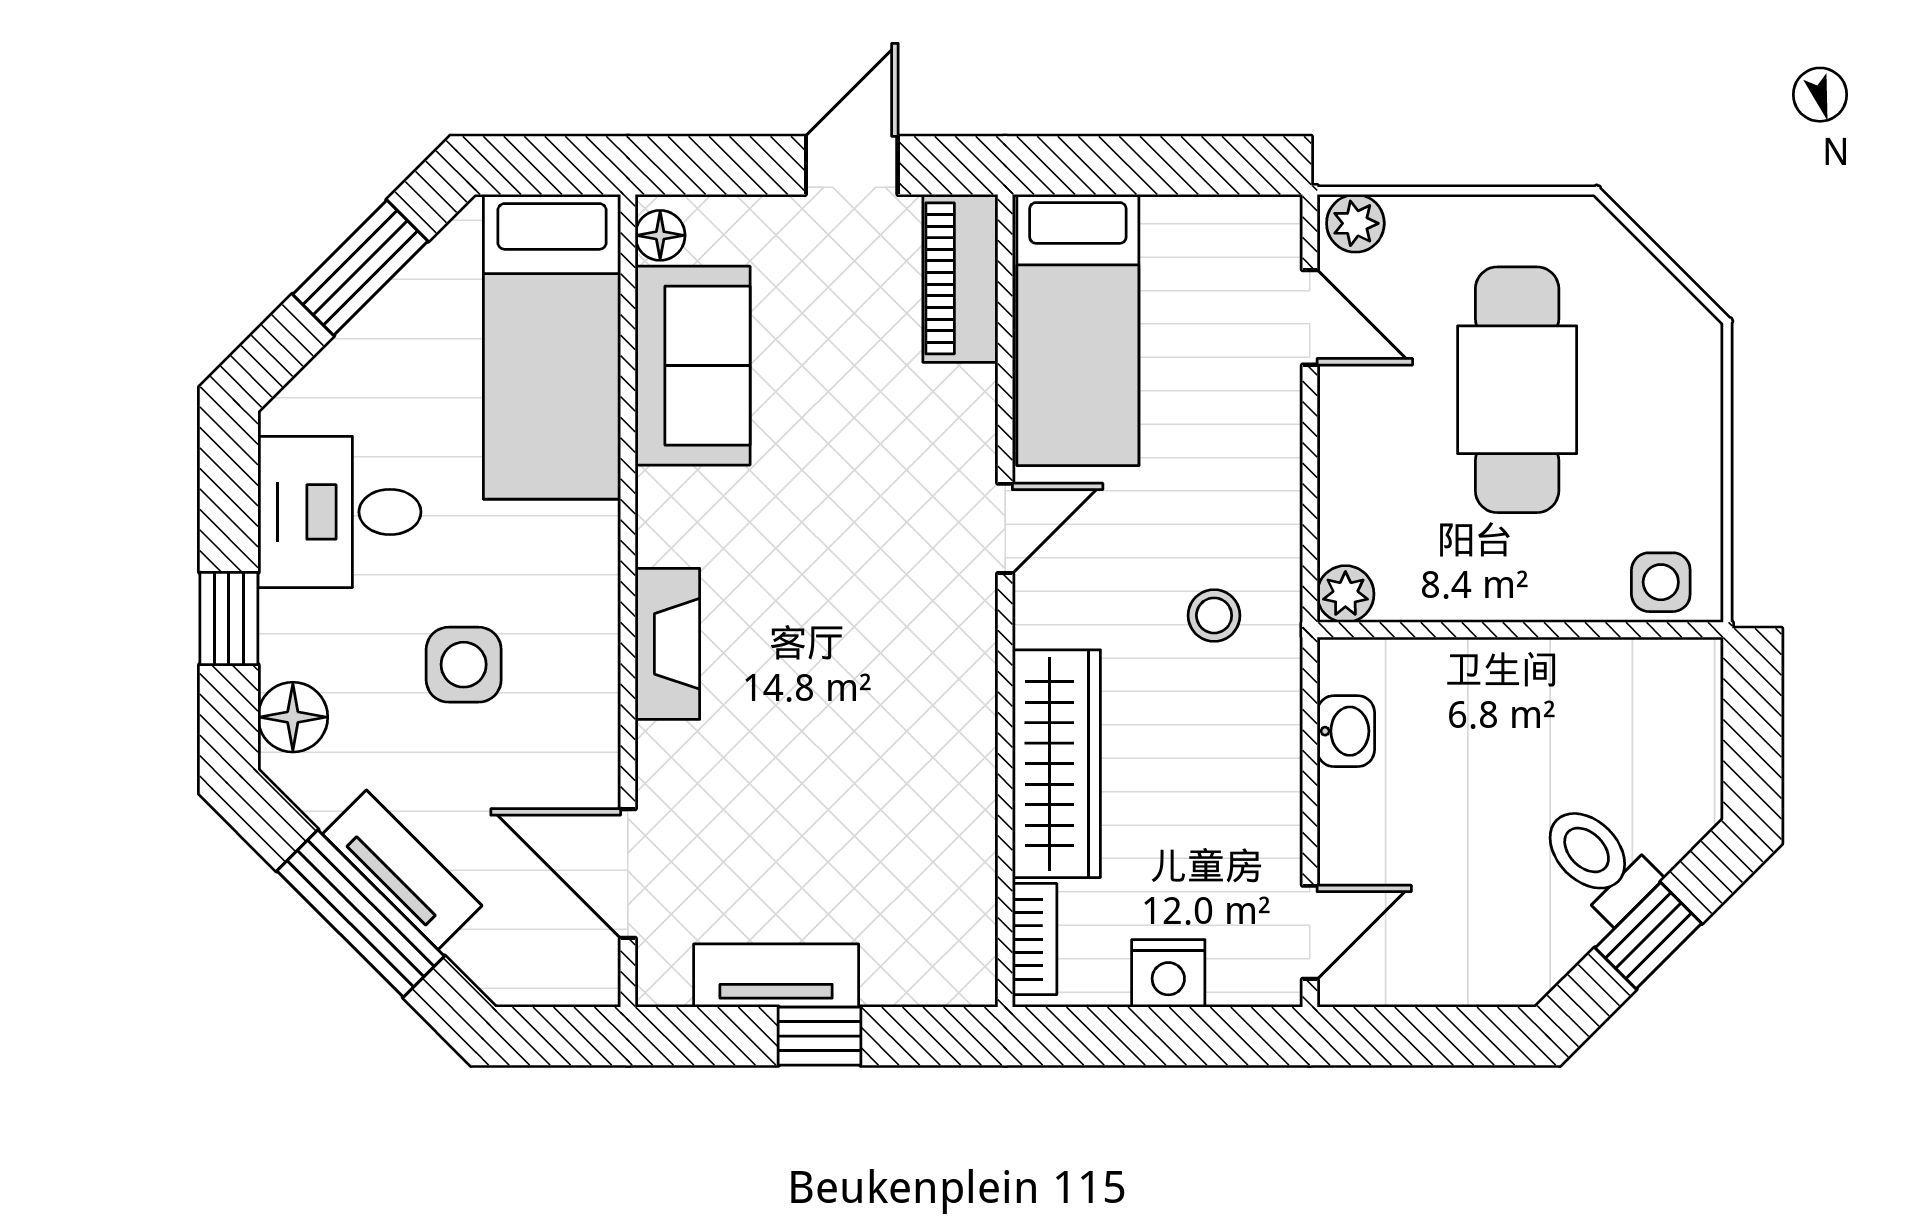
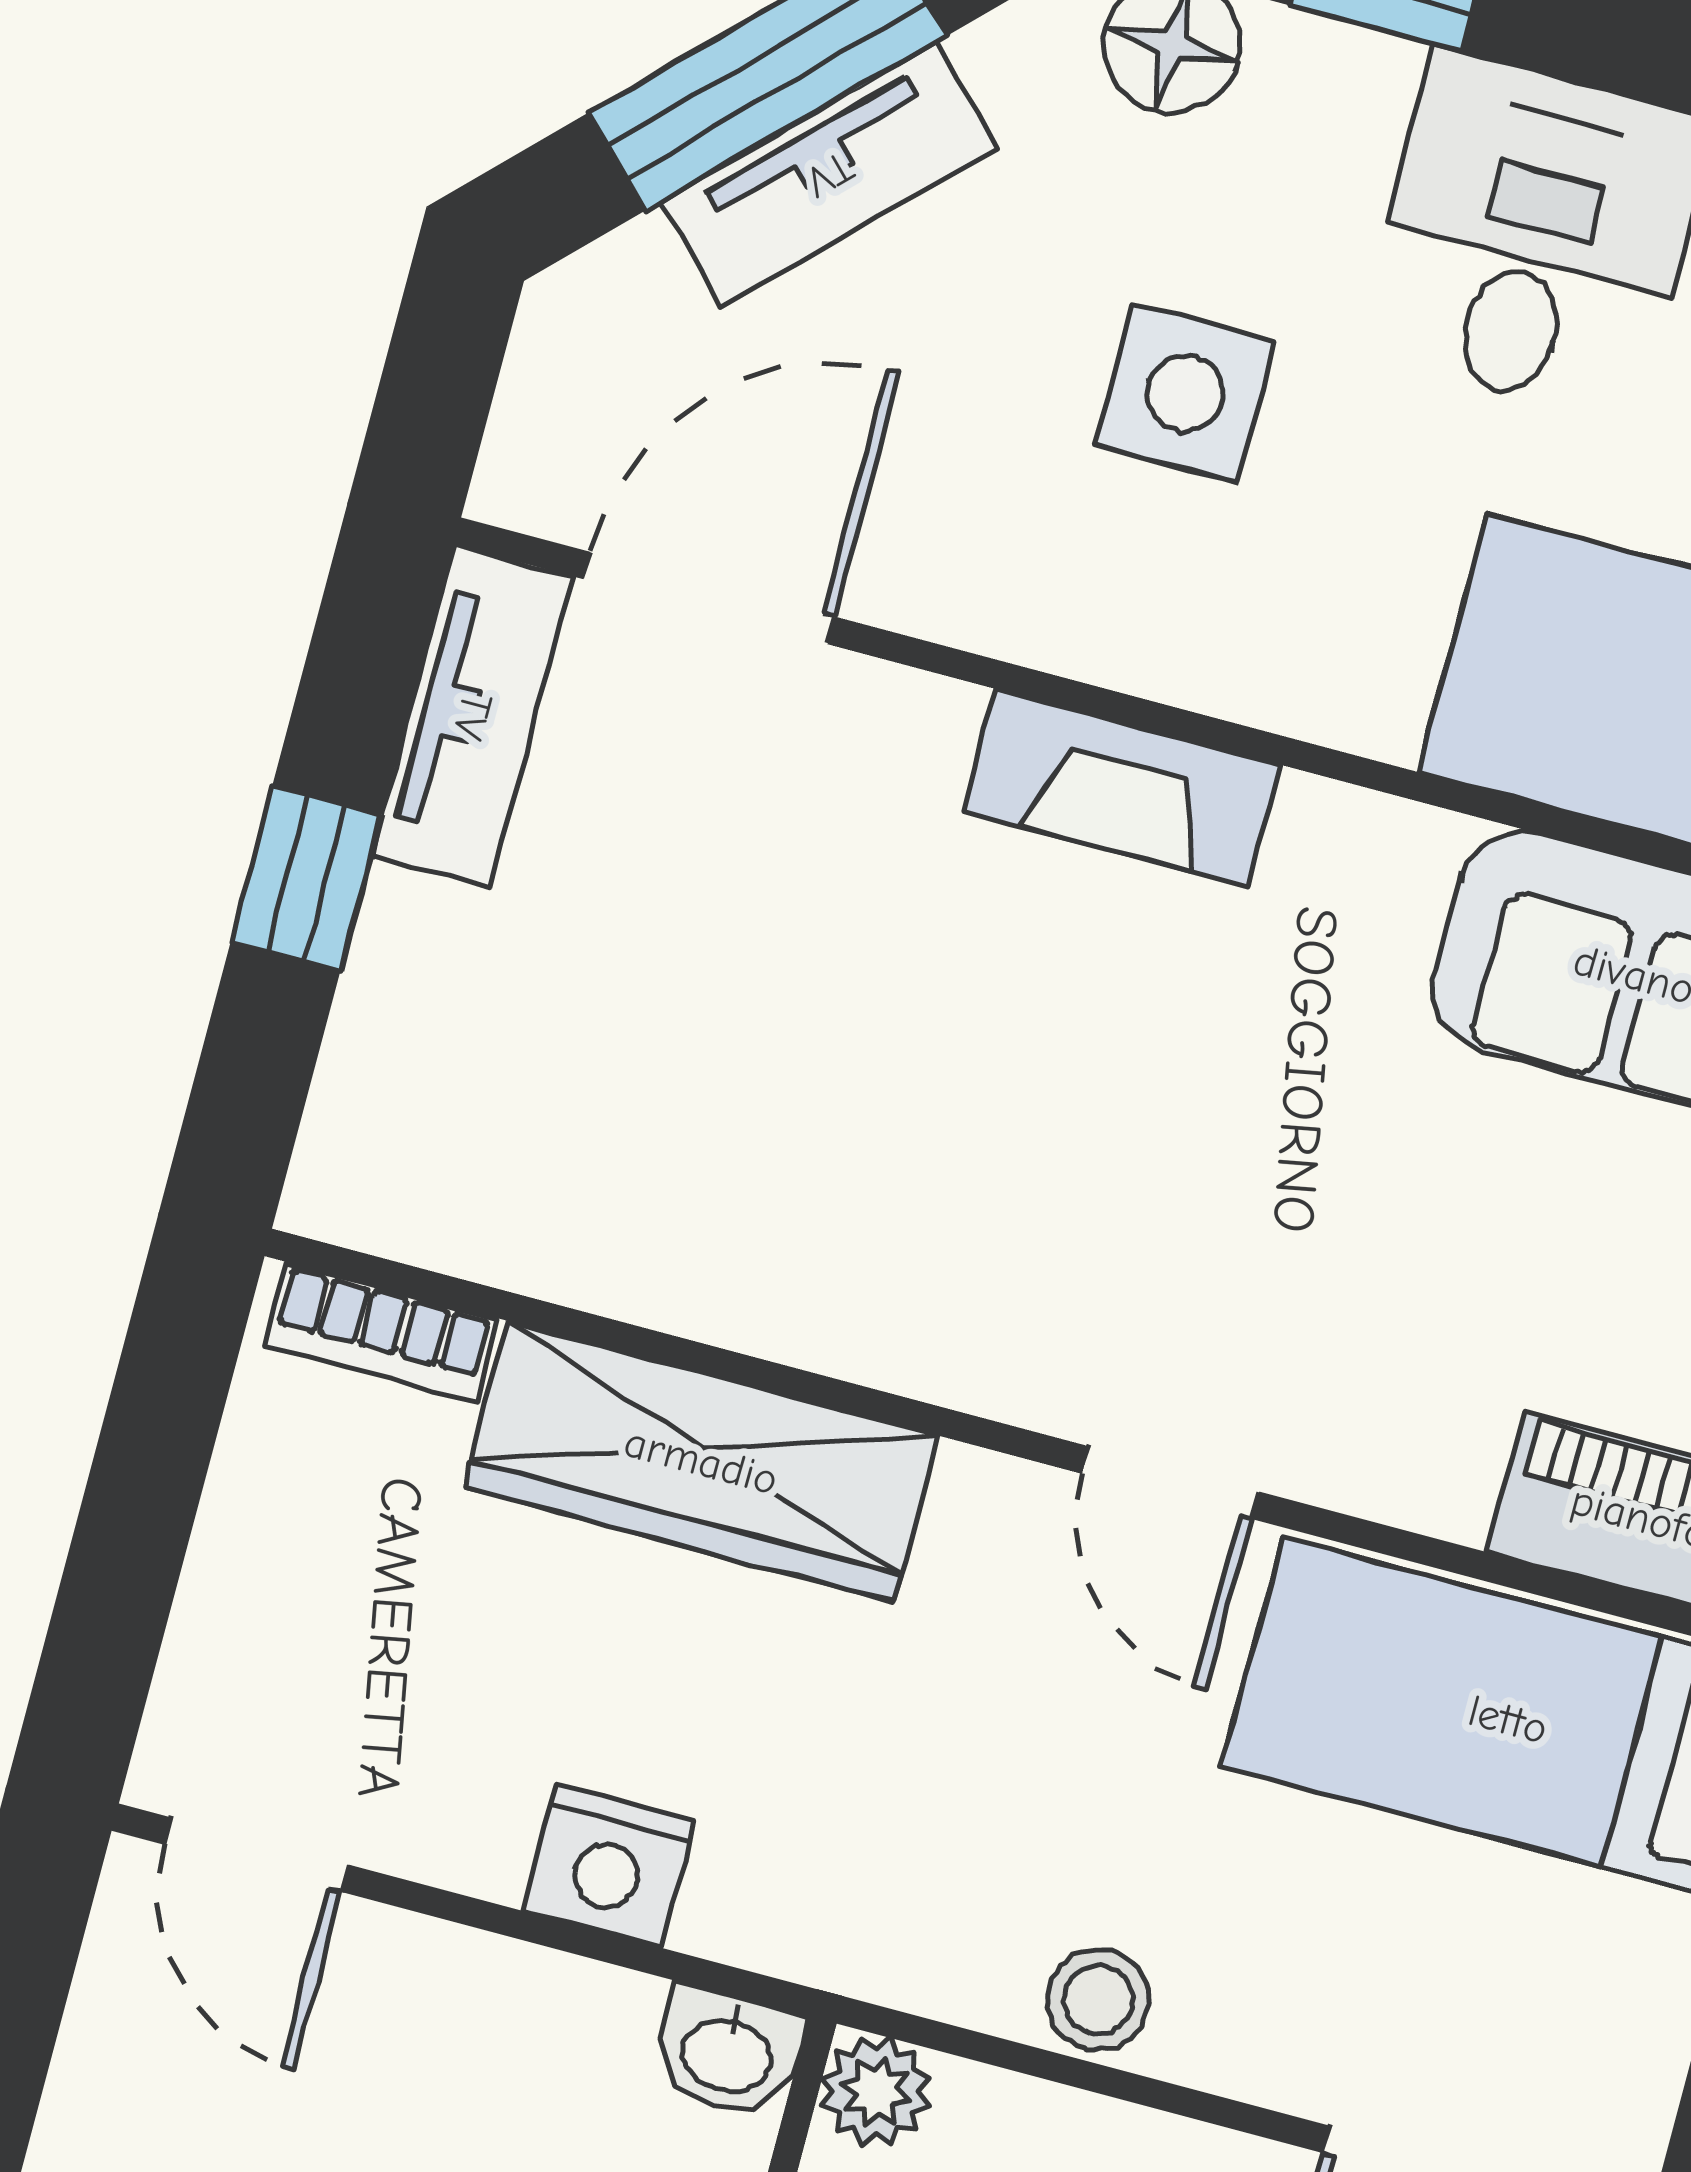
stool: (1214, 615) -> (1098, 2000), moved
washbasin: (1346, 731) -> (728, 2053), moved
nightstand: (1168, 973) -> (609, 1866), moved, turned -90
tv unit: (776, 975) -> (472, 716), moved

